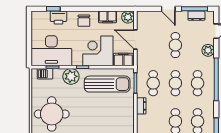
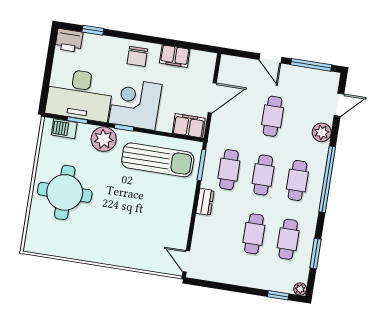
dresser: (196, 16) -> (312, 76), removed
plant: (128, 17) -> (206, 61), removed
printer: (58, 18) -> (69, 40), moved
door: (135, 39) -> (212, 98), swing flipped
corner desk: (98, 51) -> (135, 104), moved

